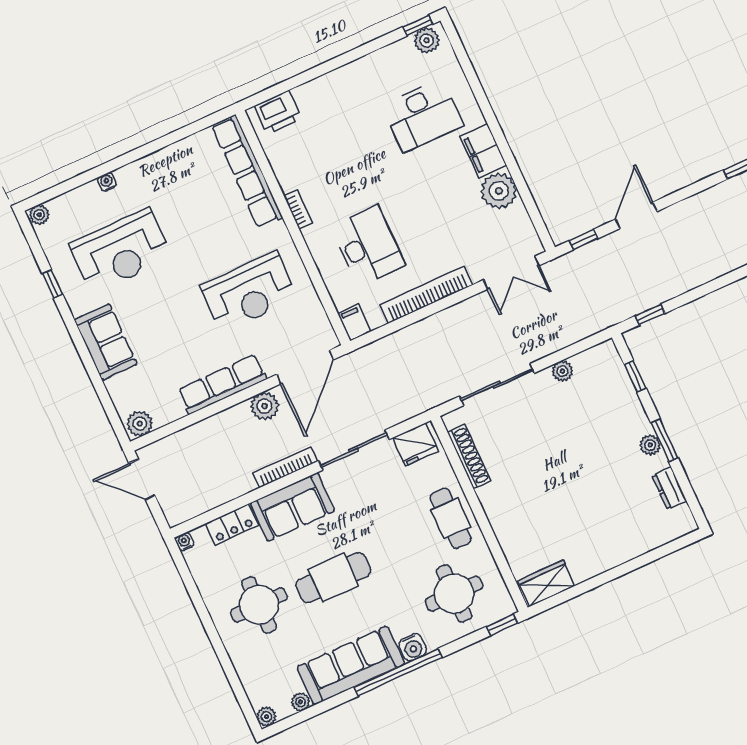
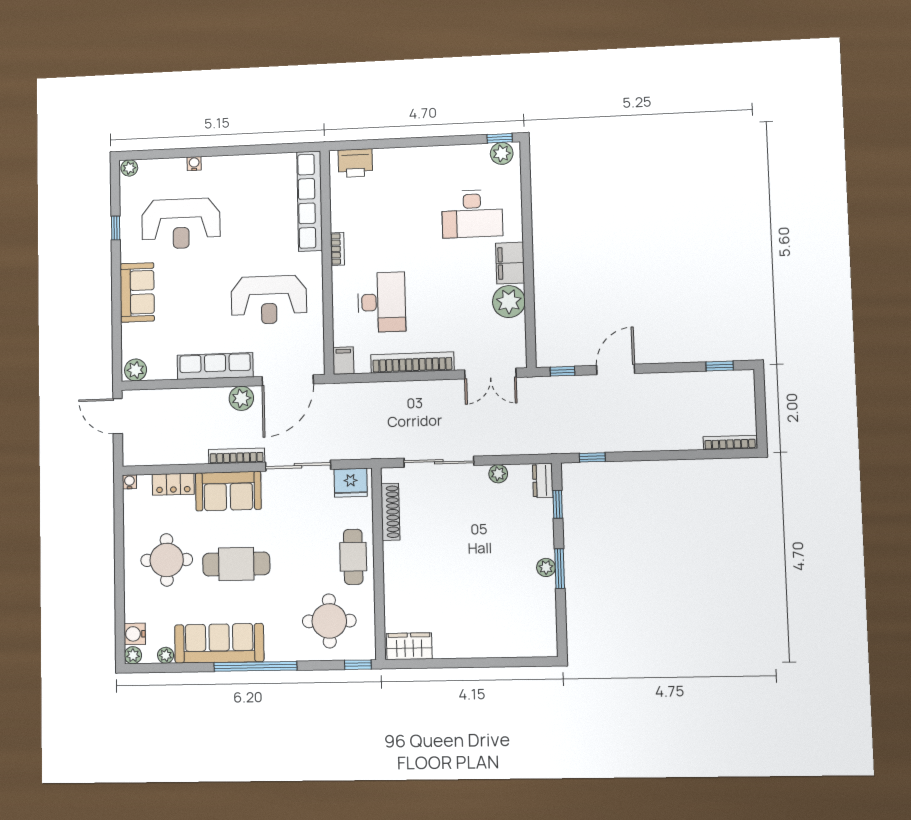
dresser: (669, 488) -> (543, 480), moved
water cooler: (413, 647) -> (135, 634), moved, turned 90

